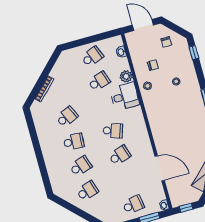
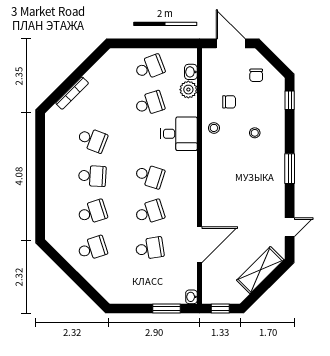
plant: (126, 76) -> (188, 90), moved
school desk: (67, 117) -> (92, 140), turned 45
door: (160, 168) -> (199, 245), hinge flipped
school desk: (133, 205) -> (150, 248), moved

